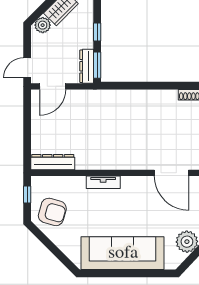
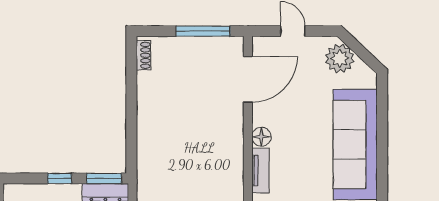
floor lamp: (128, 183) -> (261, 137), added

